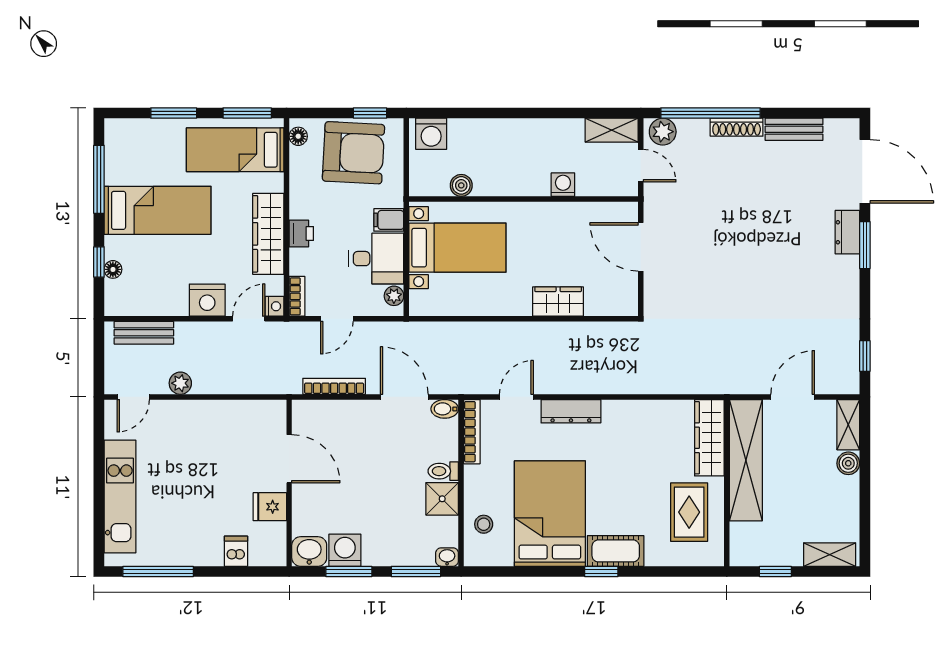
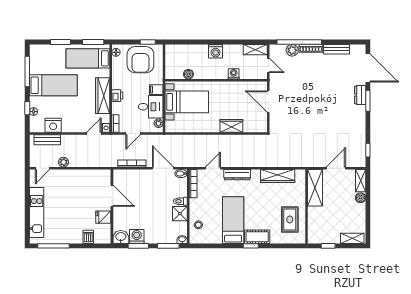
plant: (663, 132) -> (292, 50), moved
washing machine: (431, 134) -> (216, 51), moved
armchair: (353, 153) -> (140, 60), turned 87
nightstand: (207, 300) -> (53, 125), moved
wardrobe: (709, 438) -> (278, 176), moved, turned -90
shelving: (746, 460) -> (315, 188), width x0.68
bed: (550, 514) -> (233, 220), width x0.67

